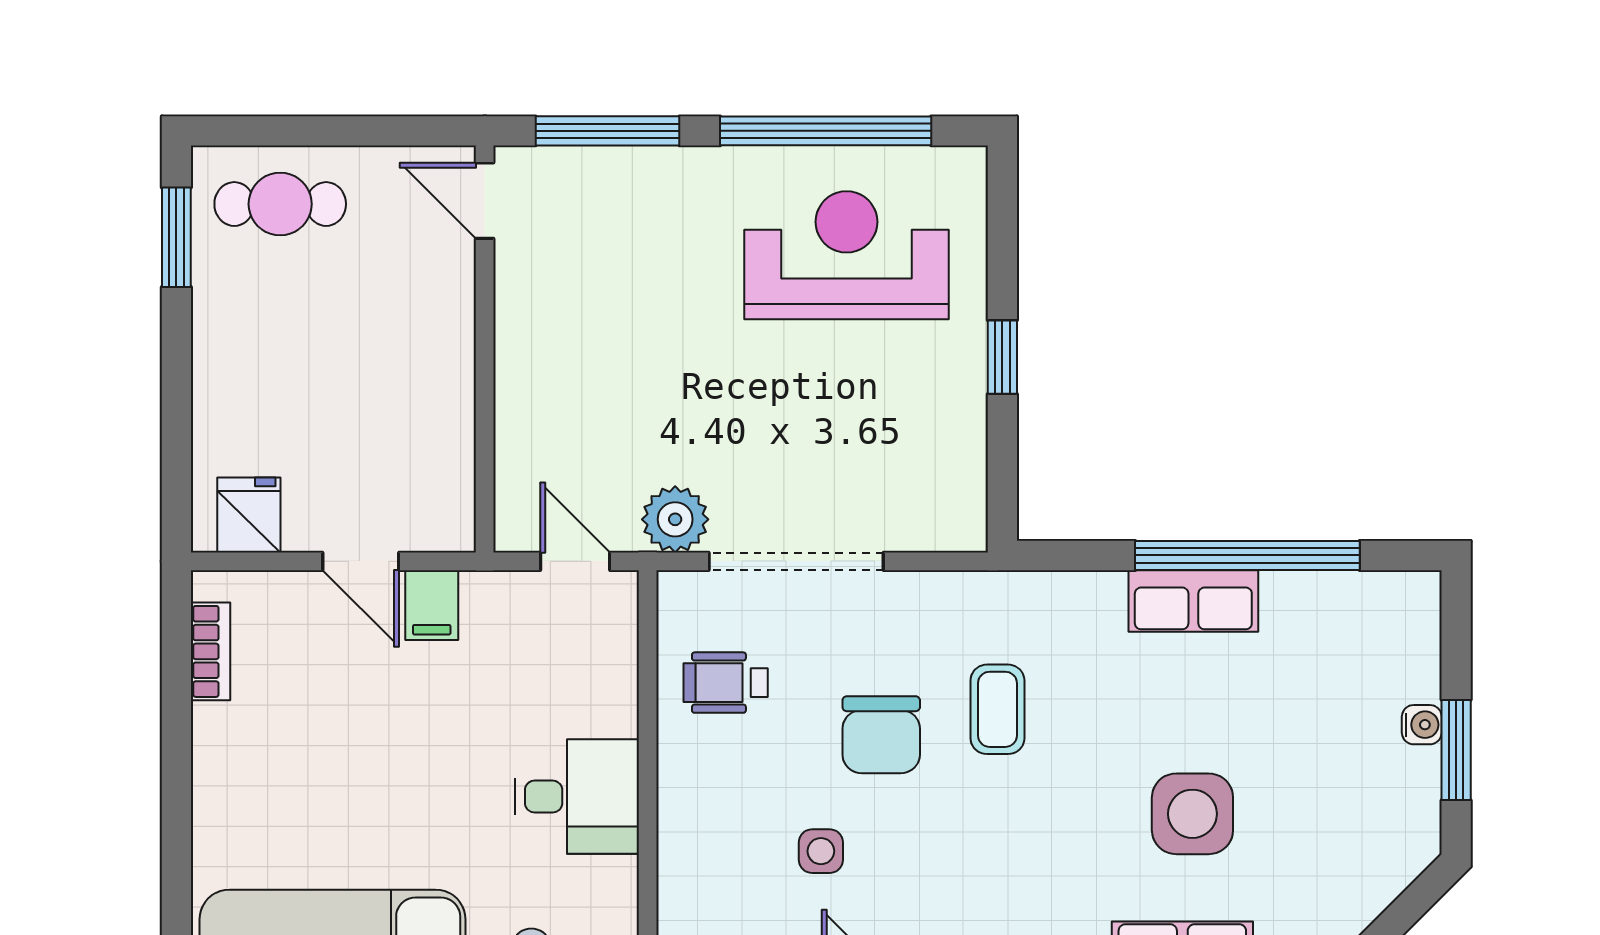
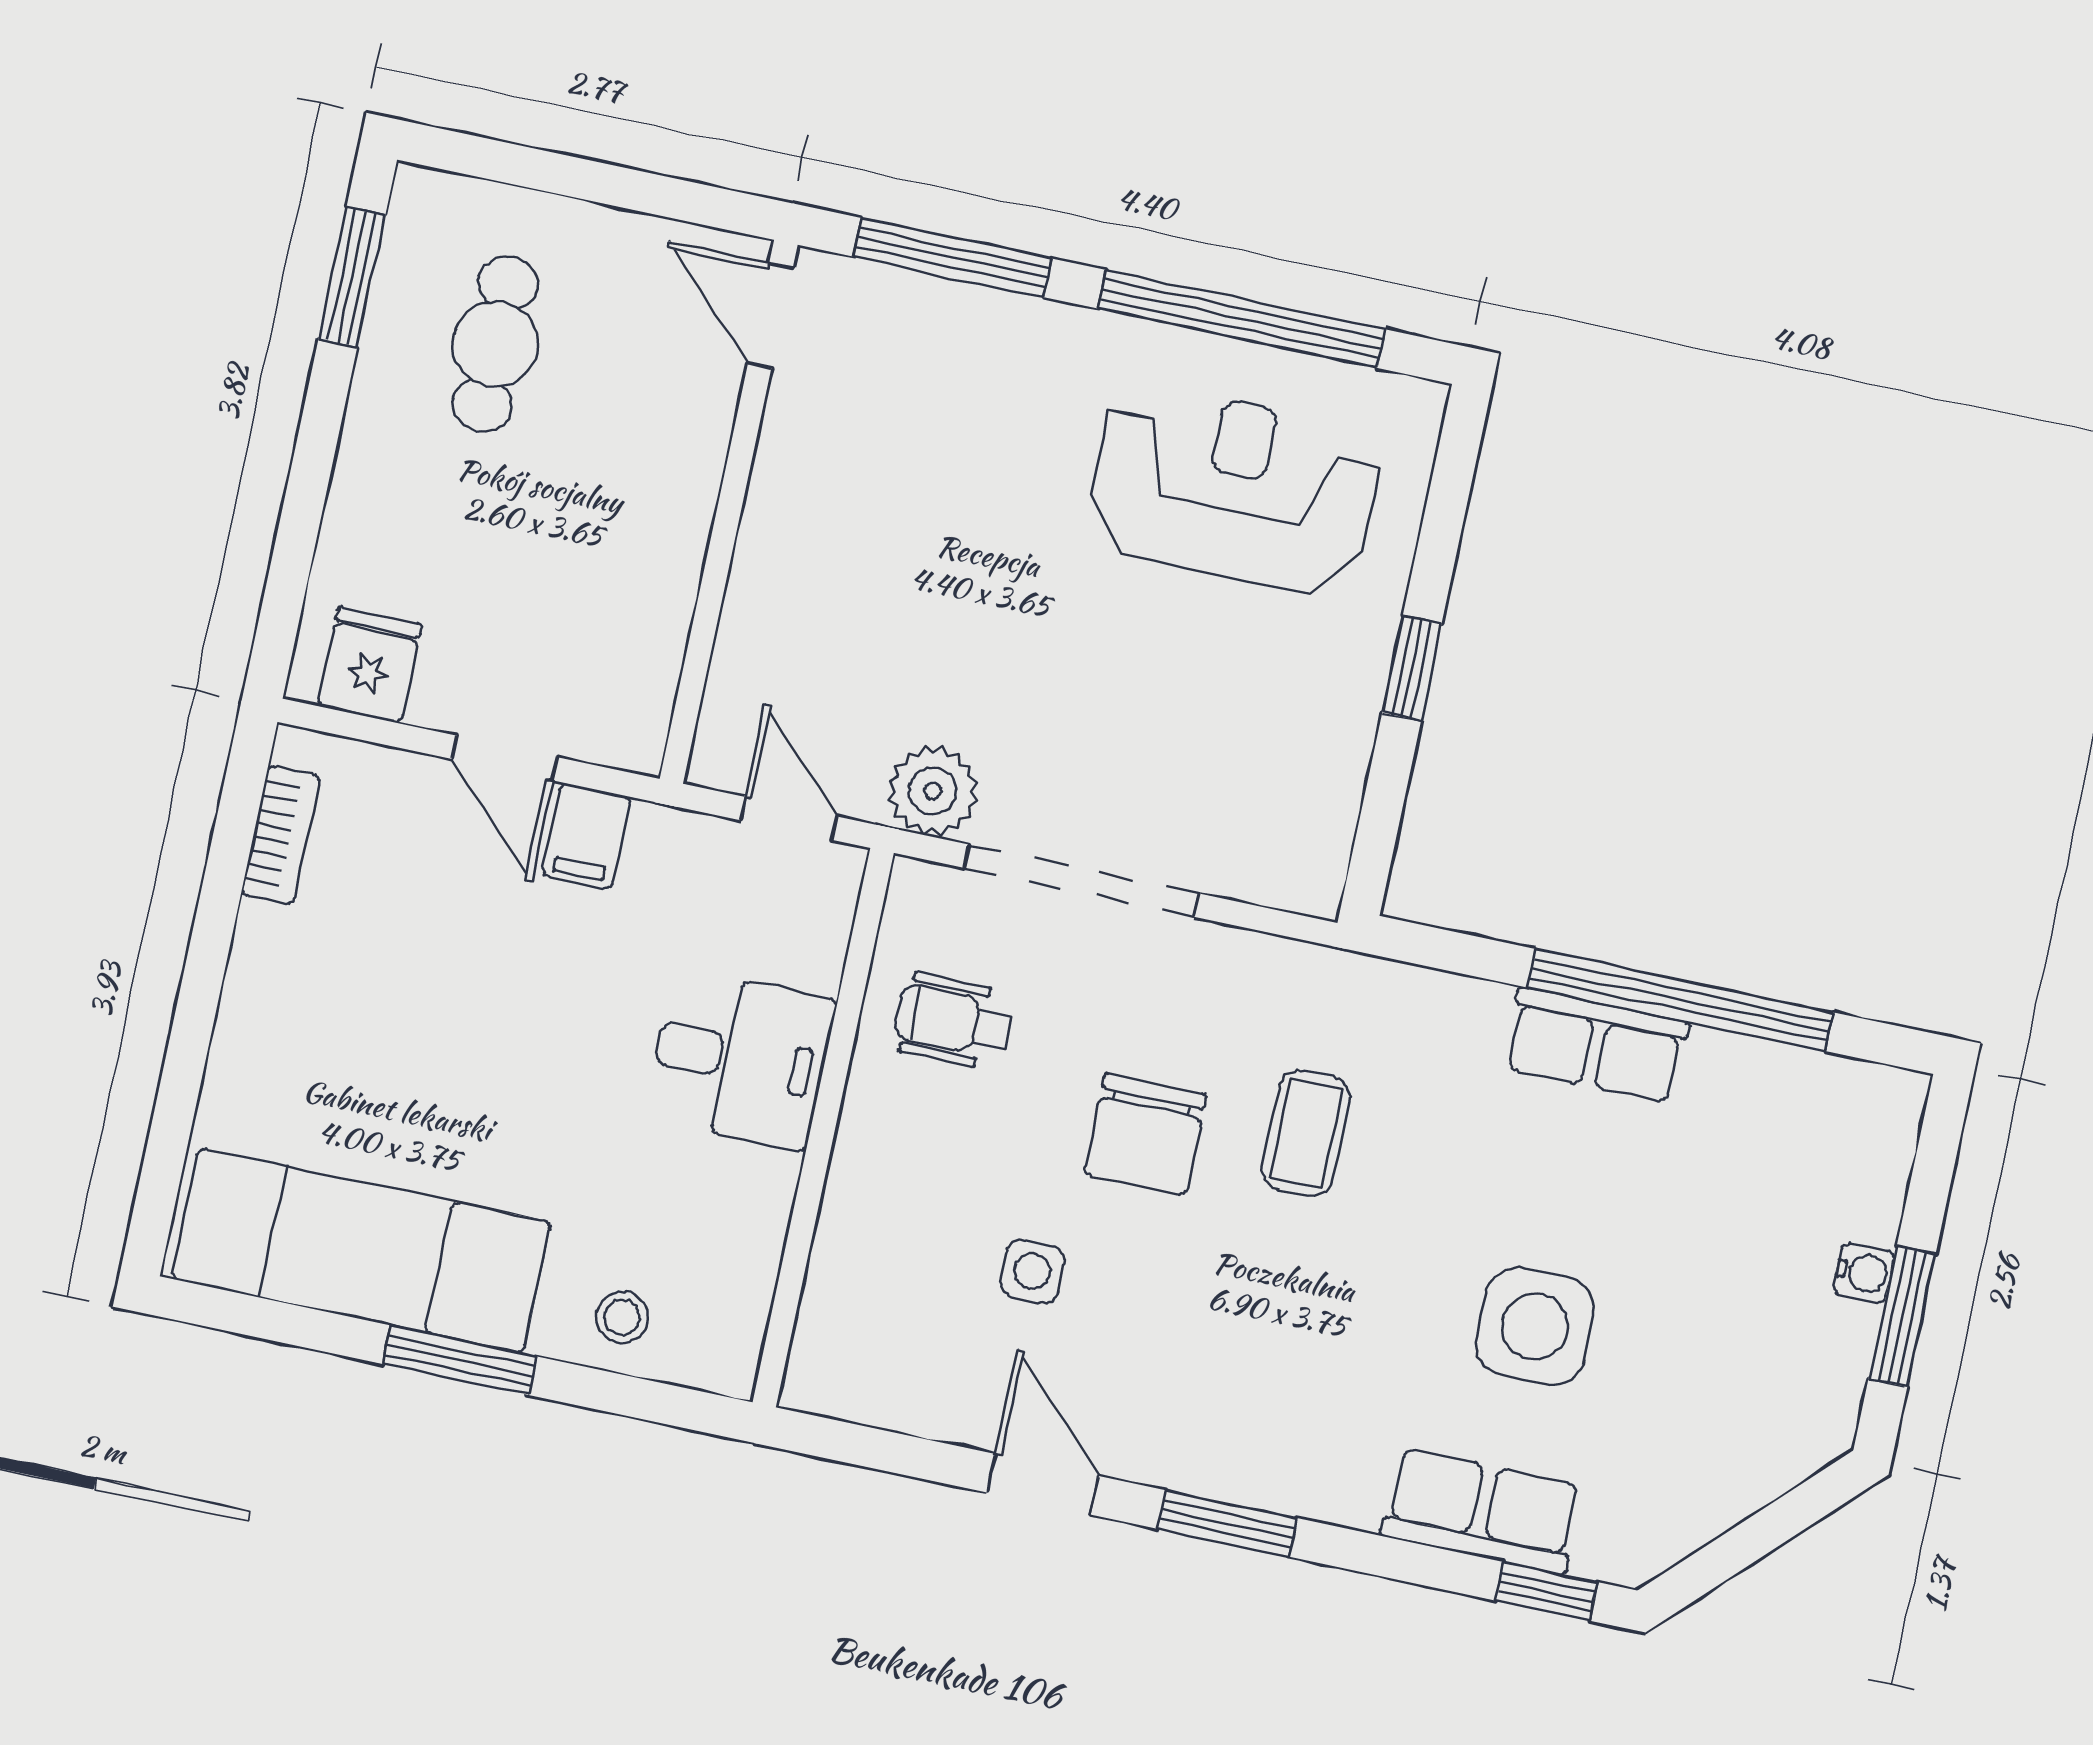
cafe table: (280, 204) -> (495, 344), moved, turned 90
desk: (577, 797) -> (740, 1059), moved

